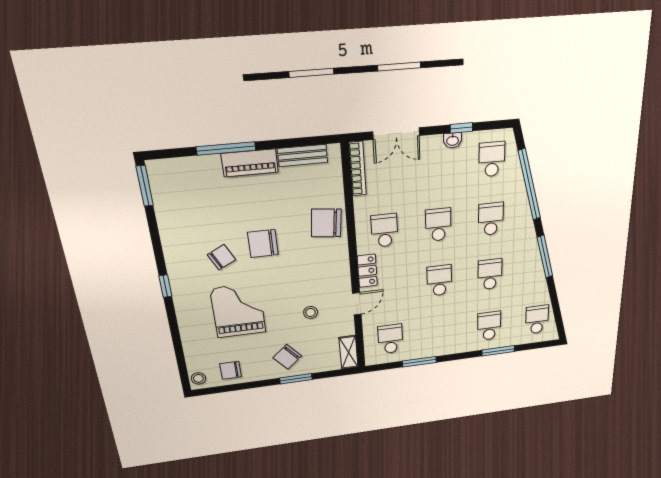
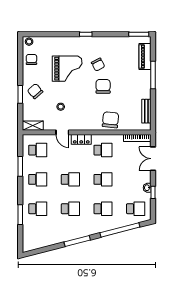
piano: (250, 163) -> (145, 56), moved
school desk: (537, 320) -> (38, 179), moved

